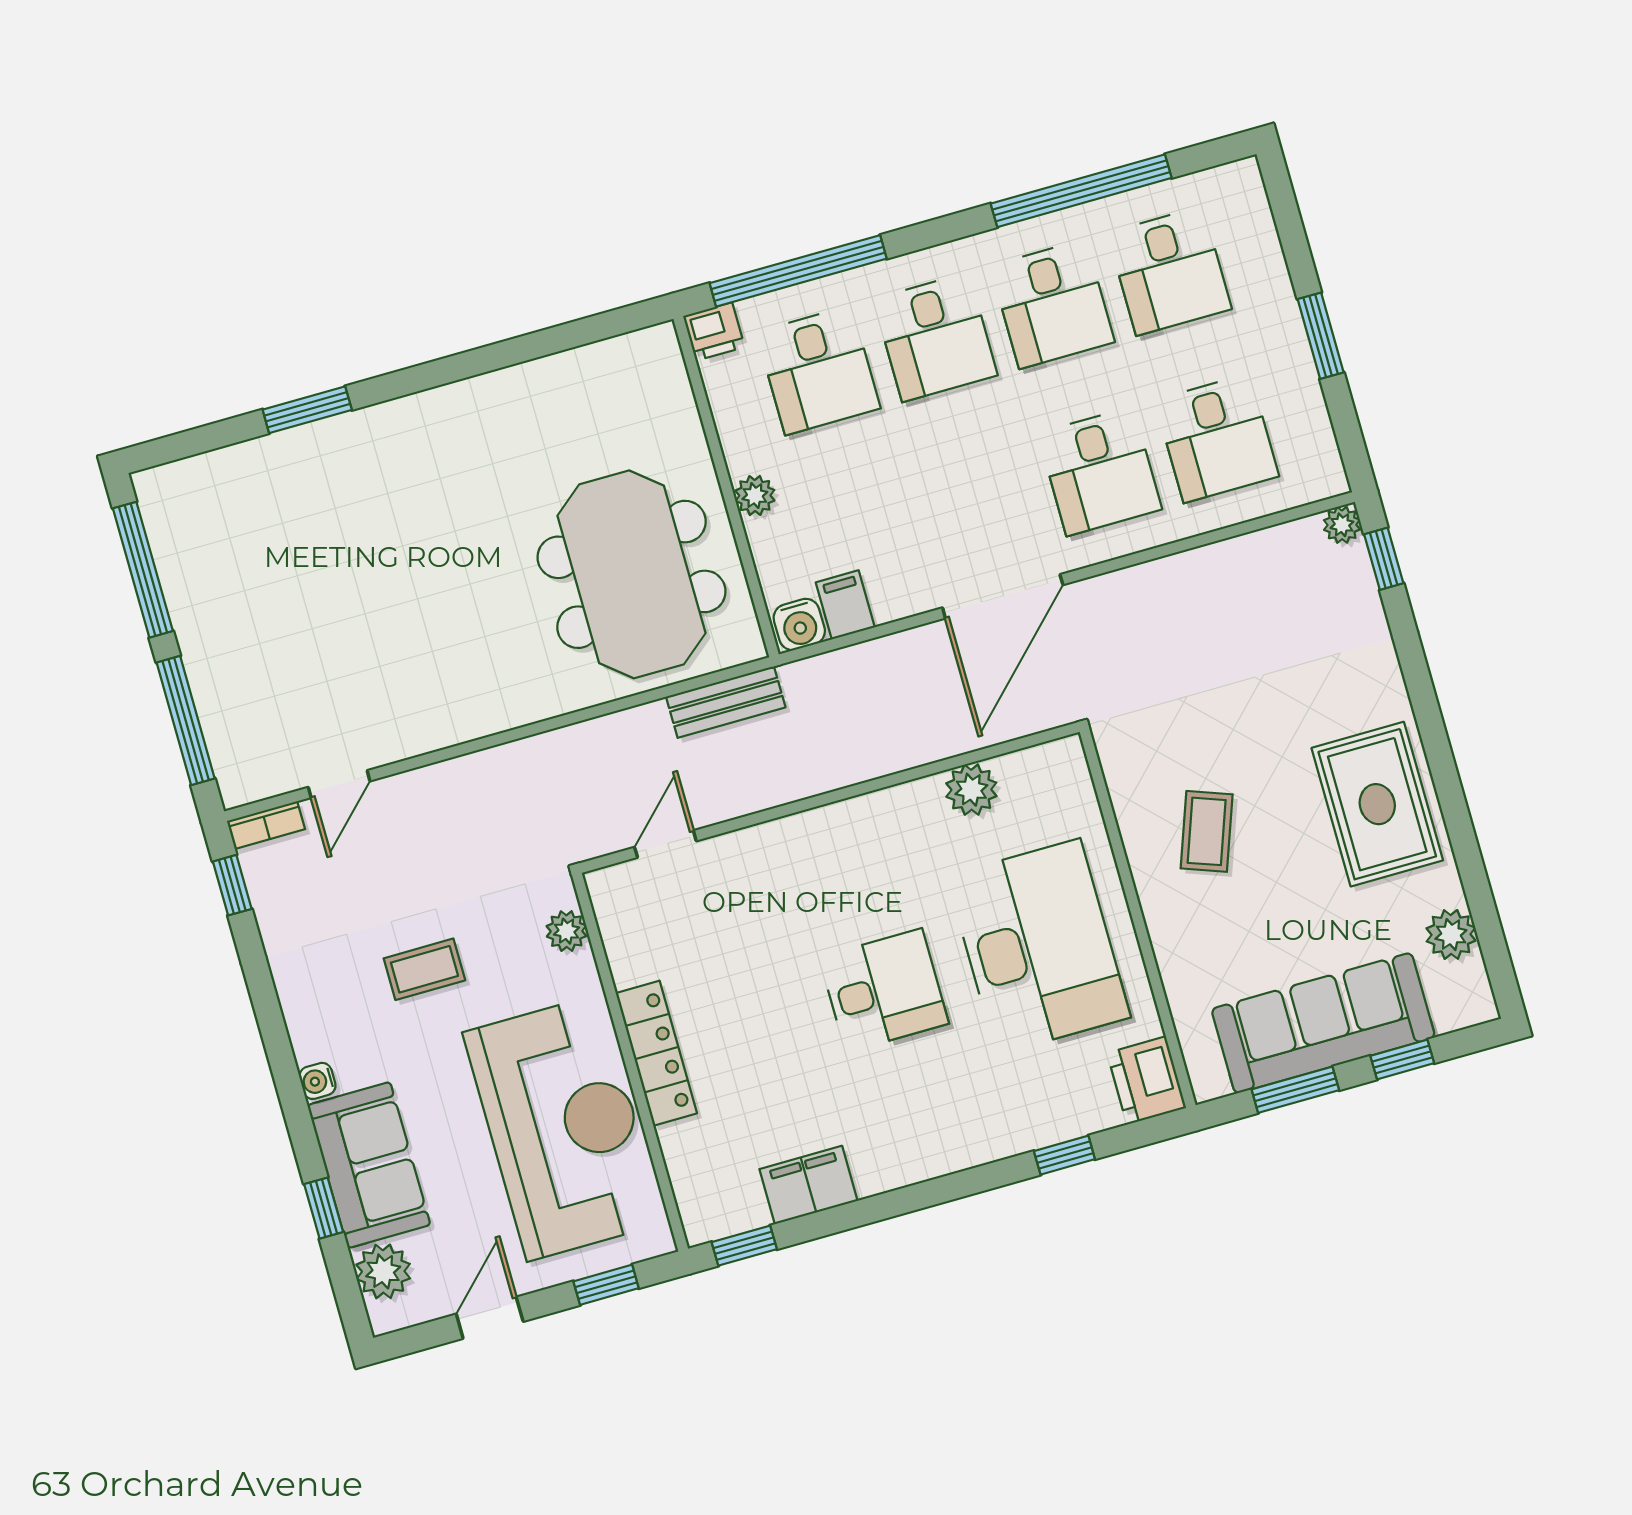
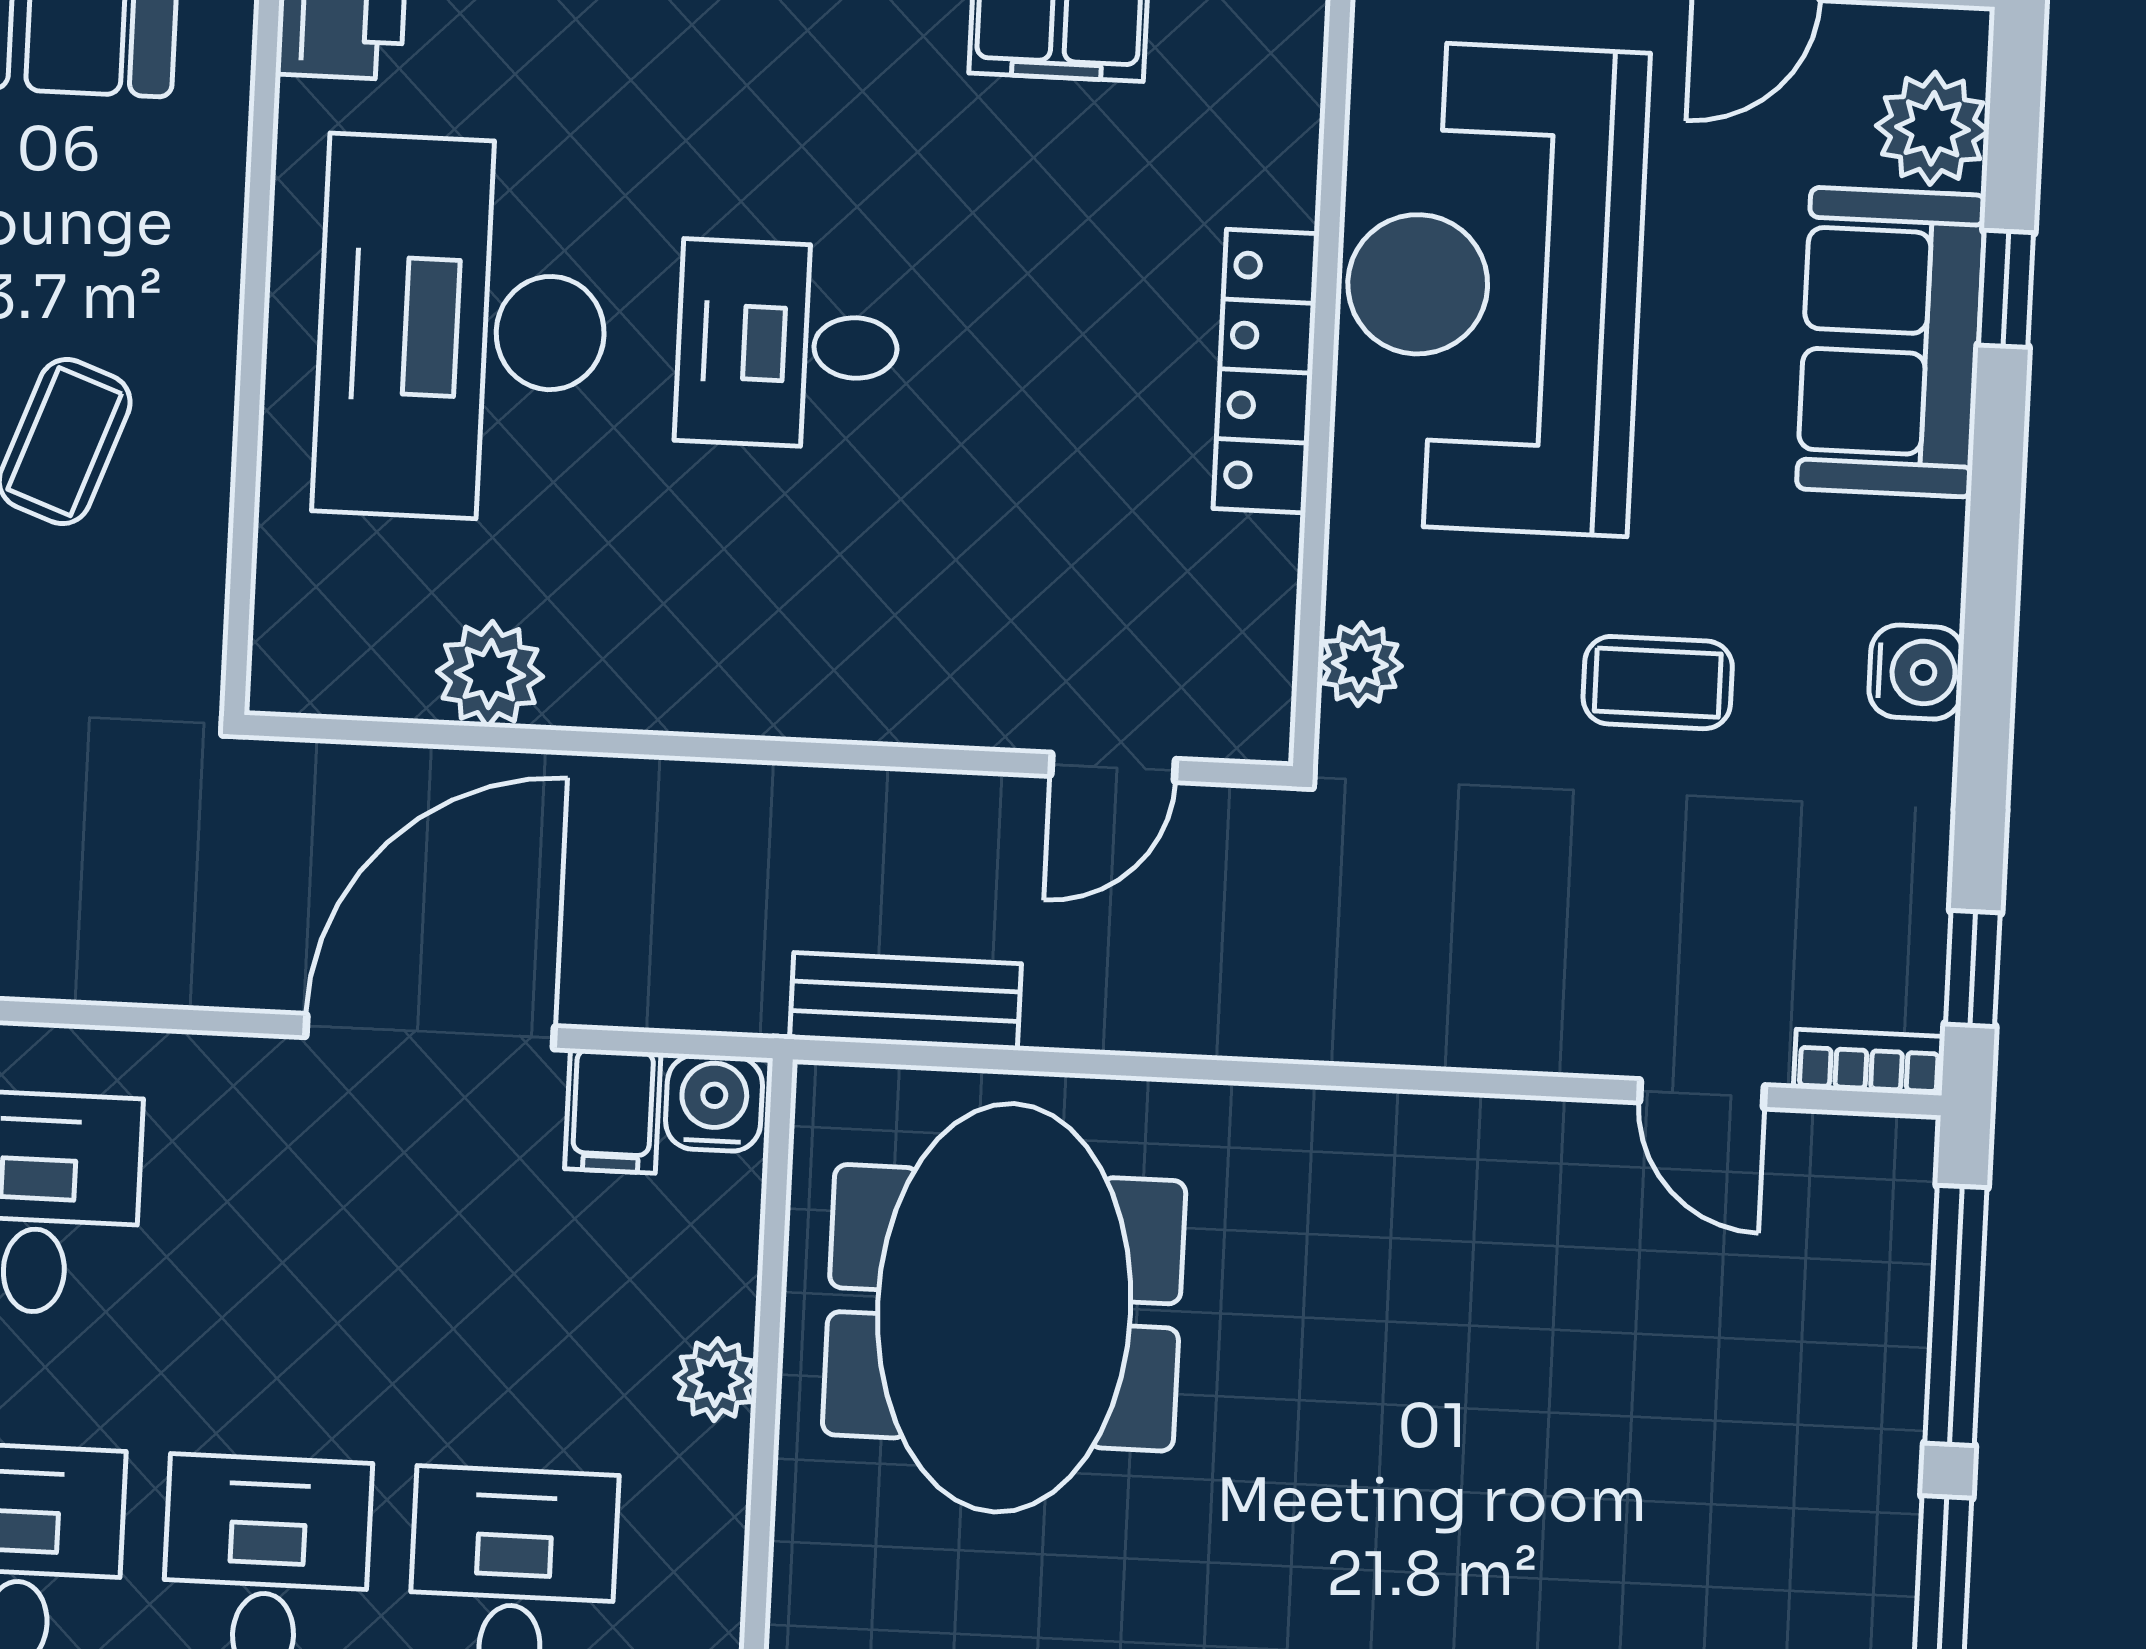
door: (1003, 596) -> (430, 1032), moved
door: (339, 784) -> (1702, 1094), swing flipped
water cooler: (317, 1081) -> (1916, 672), moved, width x1.38, depth x1.38

